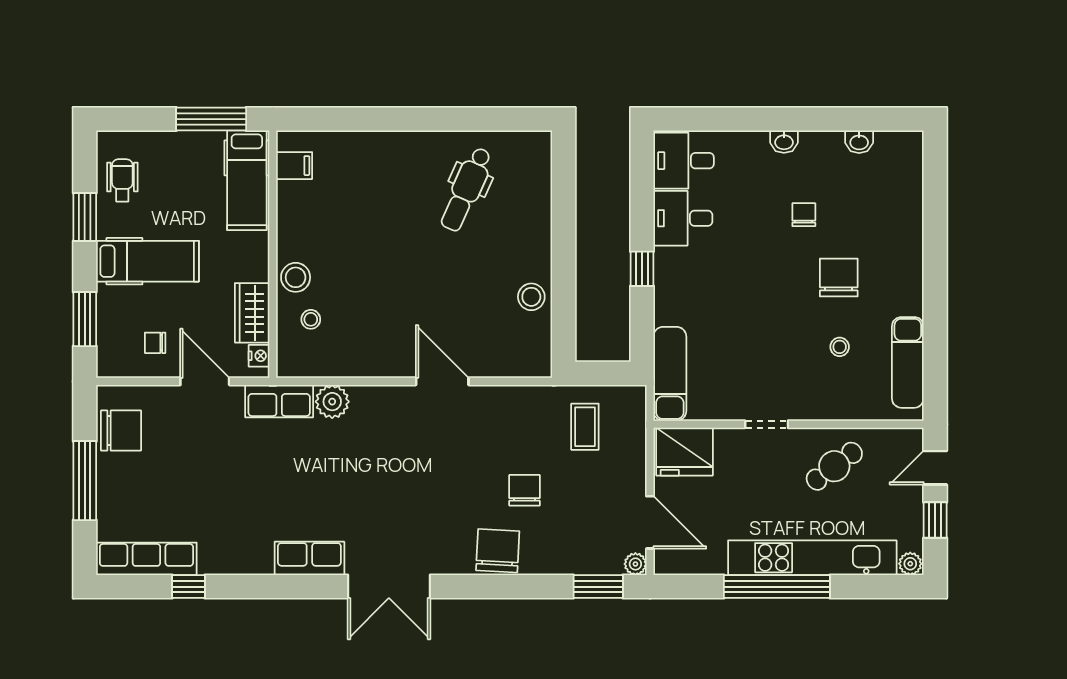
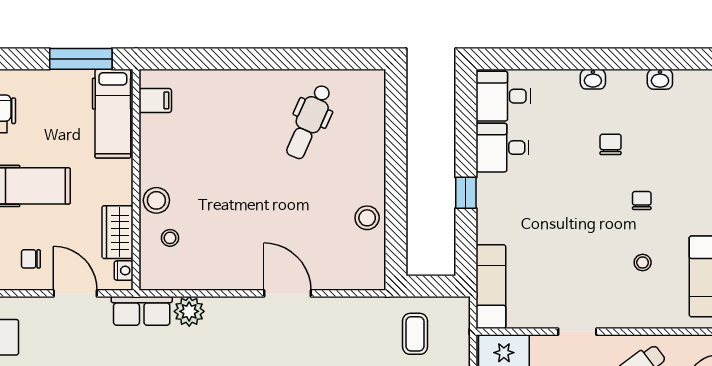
chair: (839, 278) -> (642, 201), width x0.54, depth x0.54

